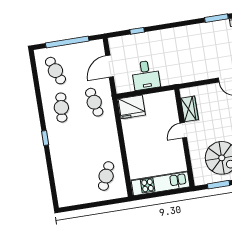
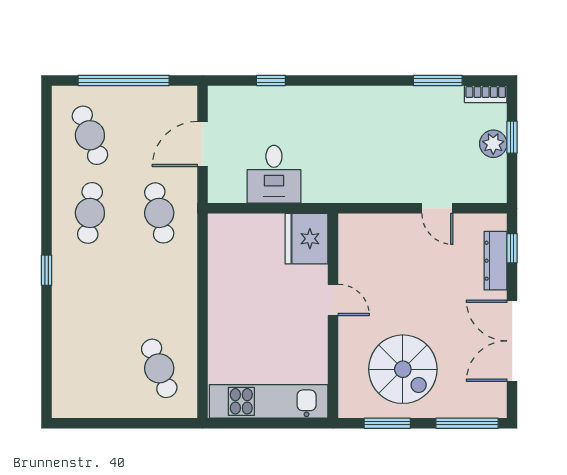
fridge: (132, 107) -> (307, 239), moved, turned 90
wardrobe: (189, 109) -> (353, 258), removed
door: (183, 130) -> (333, 300), swing flipped
cafe table: (106, 176) -> (159, 368), turned -45

